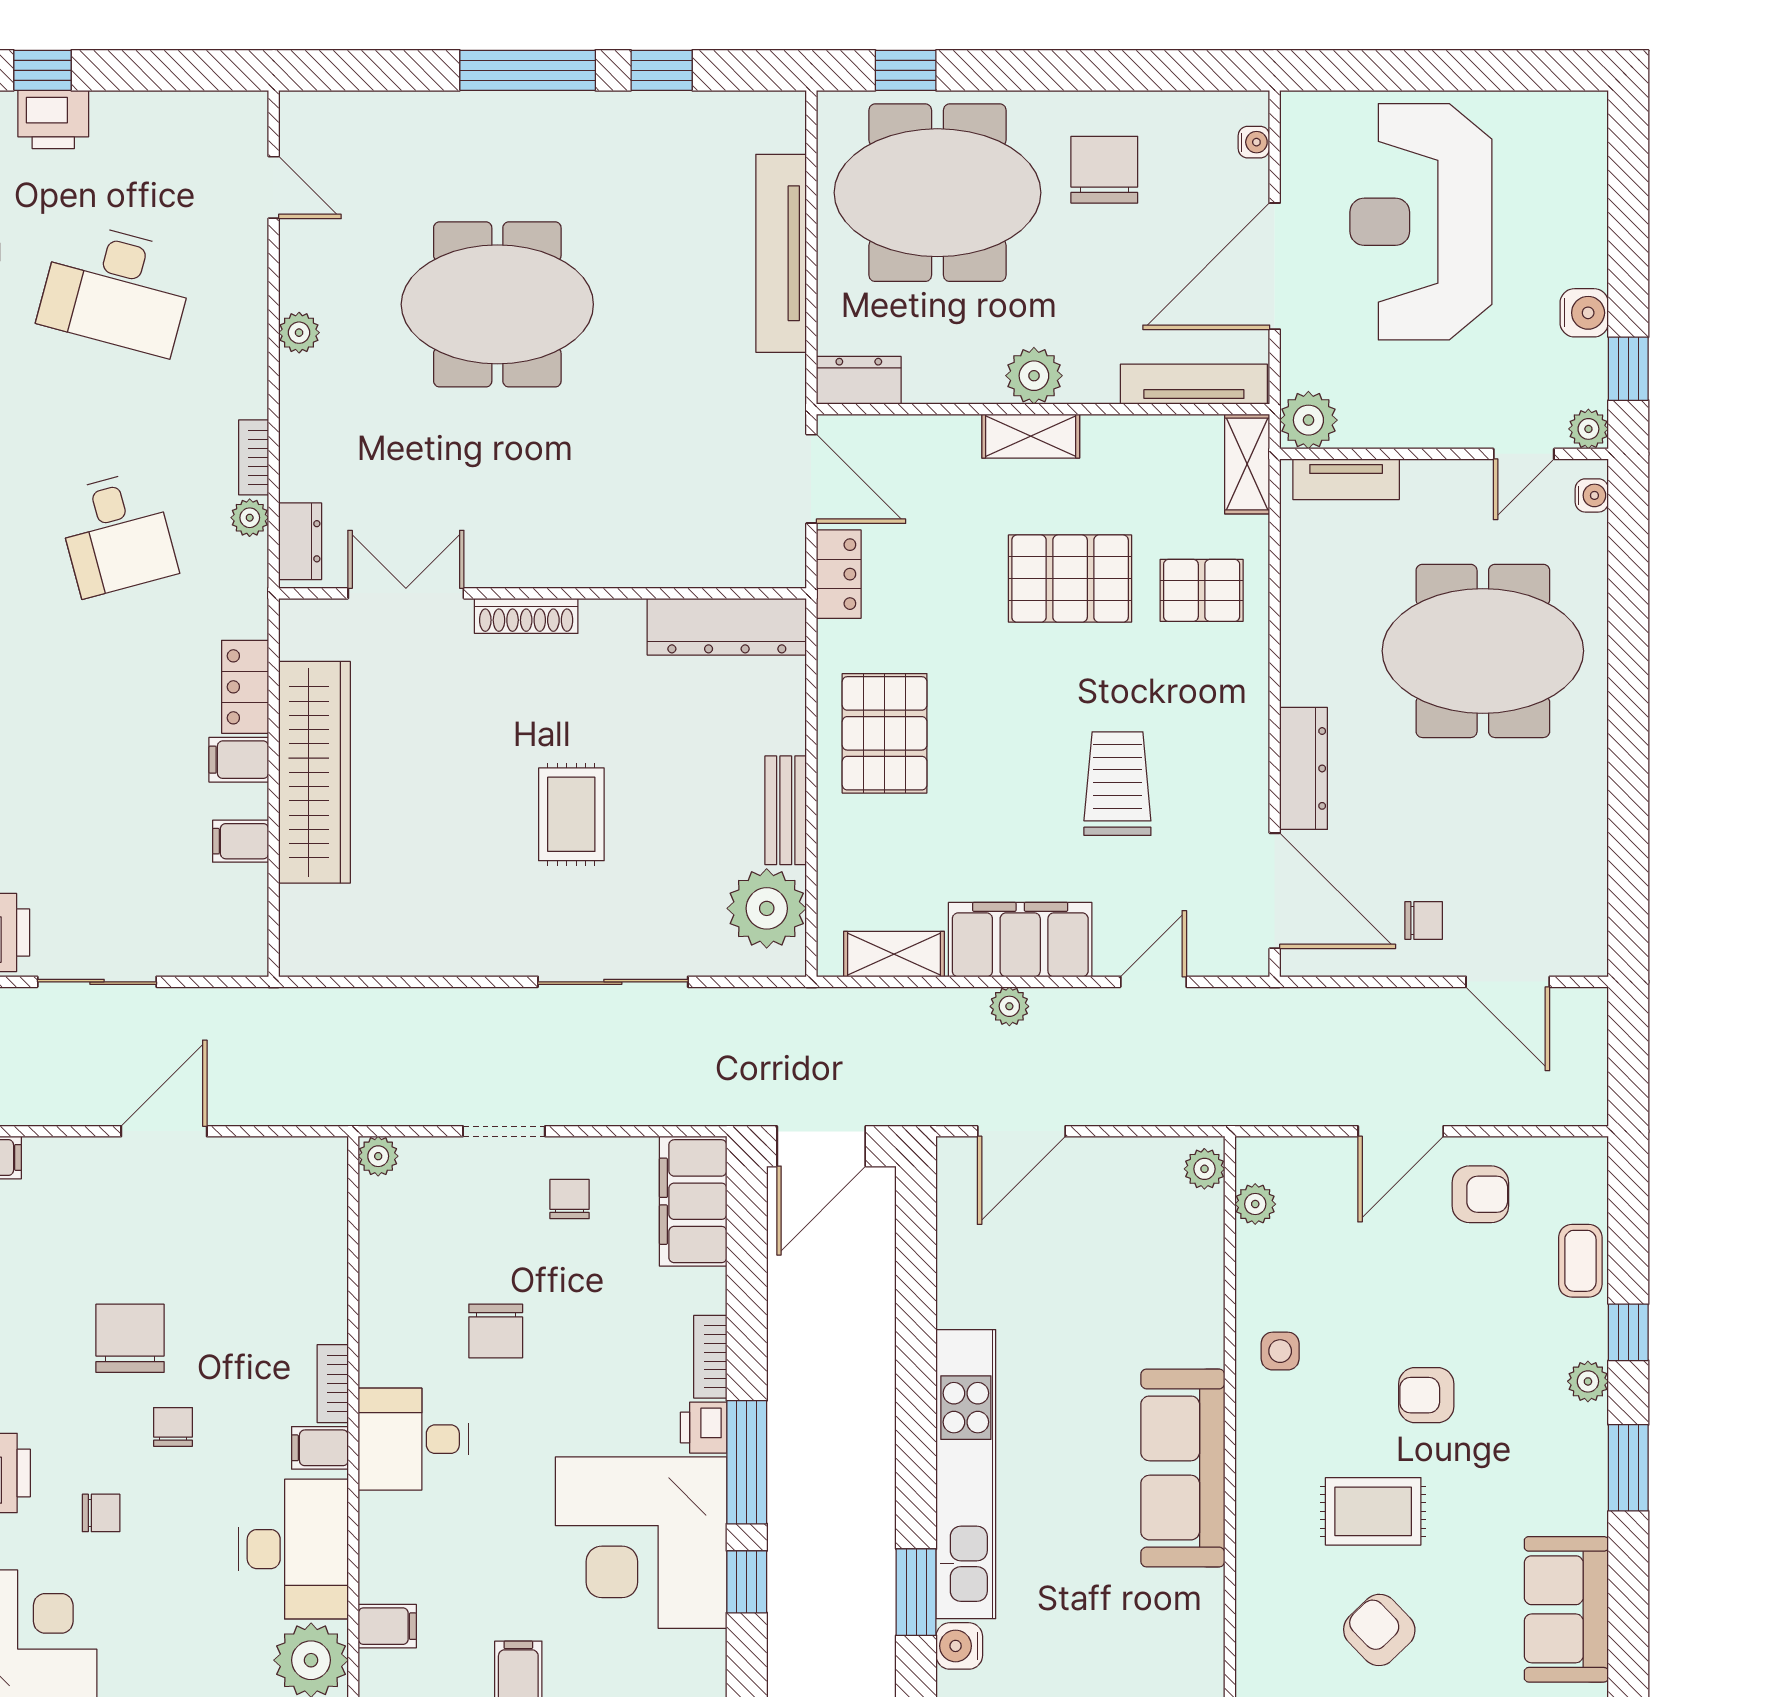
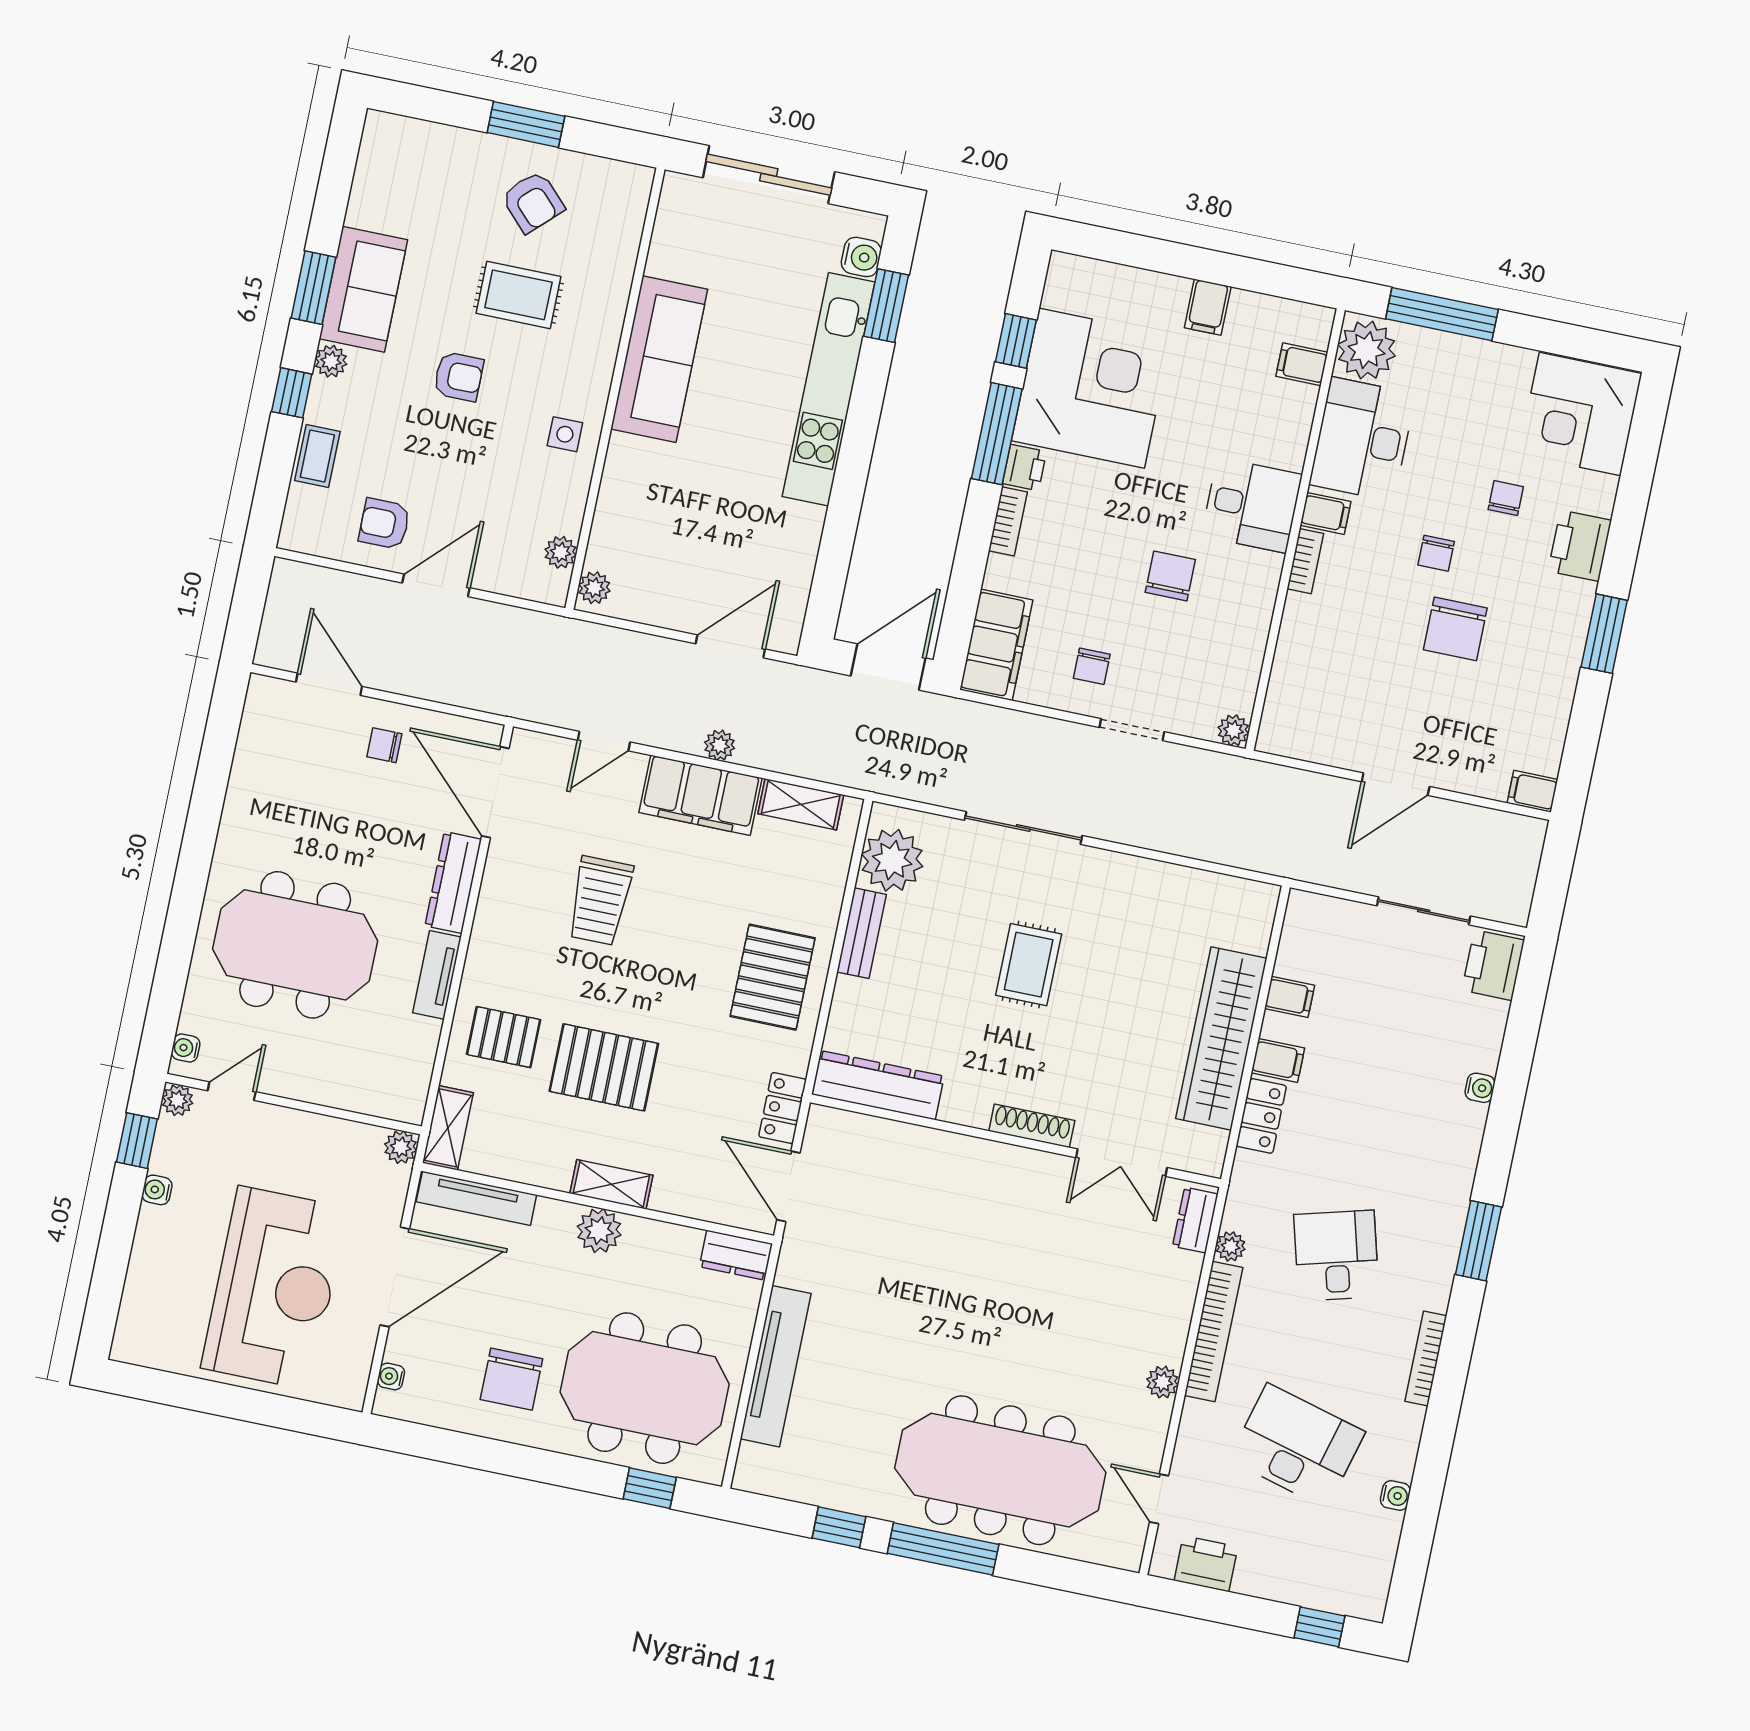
printer: (53, 119) -> (1206, 1564), moved
meeting table: (497, 304) -> (1000, 1470), moved, width x1.36
water cooler: (1584, 313) -> (157, 1190), width x0.72, depth x0.72
plant: (1308, 420) -> (401, 1147), width x0.73, depth x0.73
bookcase: (254, 457) -> (1214, 1332), width x2.31, depth x1.31
tv unit: (1346, 479) -> (437, 975), moved, turned -90
chair: (101, 1513) -> (1506, 498), turned 90
sofa: (1566, 1609) -> (363, 289), moved

